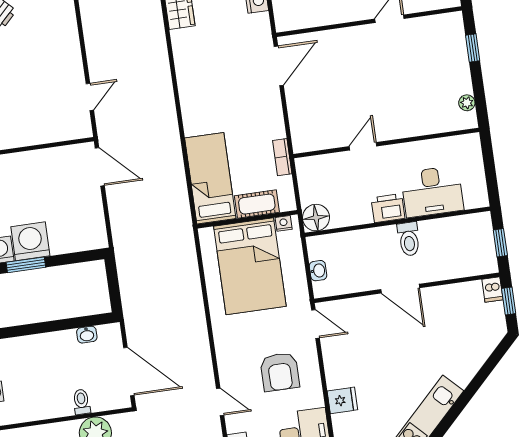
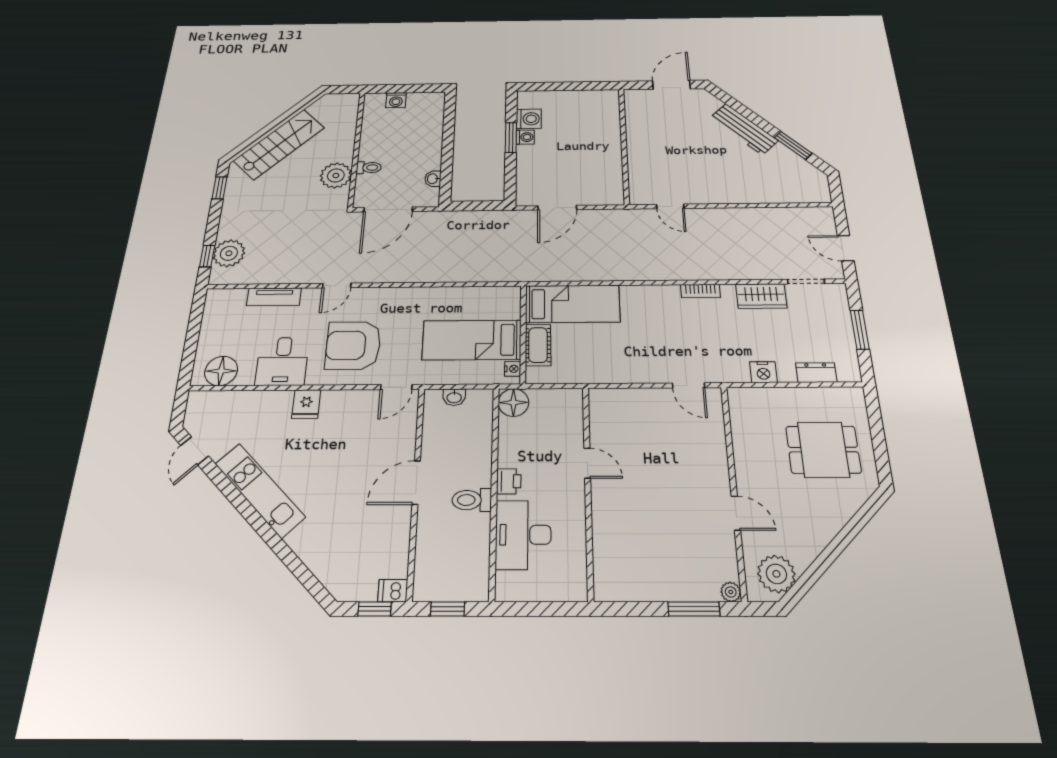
window: (473, 48) -> (694, 609), width x1.50
door: (279, 66) -> (689, 385), width x0.73
plant: (467, 103) -> (731, 592), moved
bookcase: (282, 157) -> (700, 291), moved, turned 180
door: (100, 167) -> (557, 208), moved
printer: (388, 208) -> (509, 481), width x0.73, depth x0.81
washing machine: (30, 241) -> (525, 137), width x0.53, depth x0.53
bed: (250, 266) -> (472, 340), width x0.67
armchair: (280, 372) -> (353, 345), width x1.36, depth x1.36

